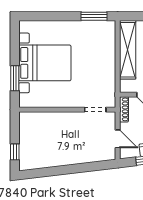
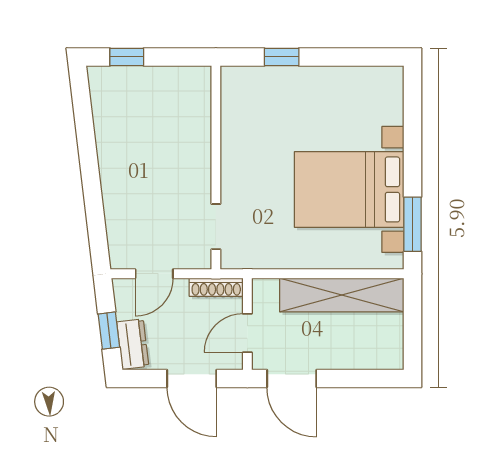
bed with nightstands: (45, 63) -> (349, 189), moved, turned 90
window: (15, 78) -> (282, 57), width x0.67

